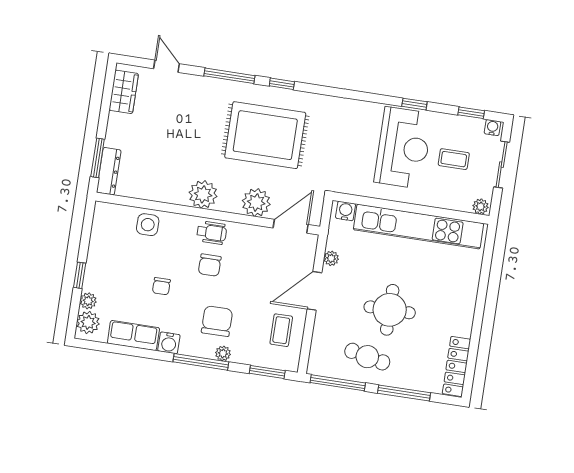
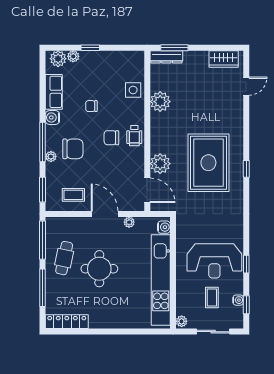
window: (229, 76) -> (246, 131), removed
water cooler: (492, 128) -> (238, 300), moved
plant: (203, 194) -> (160, 102), moved

